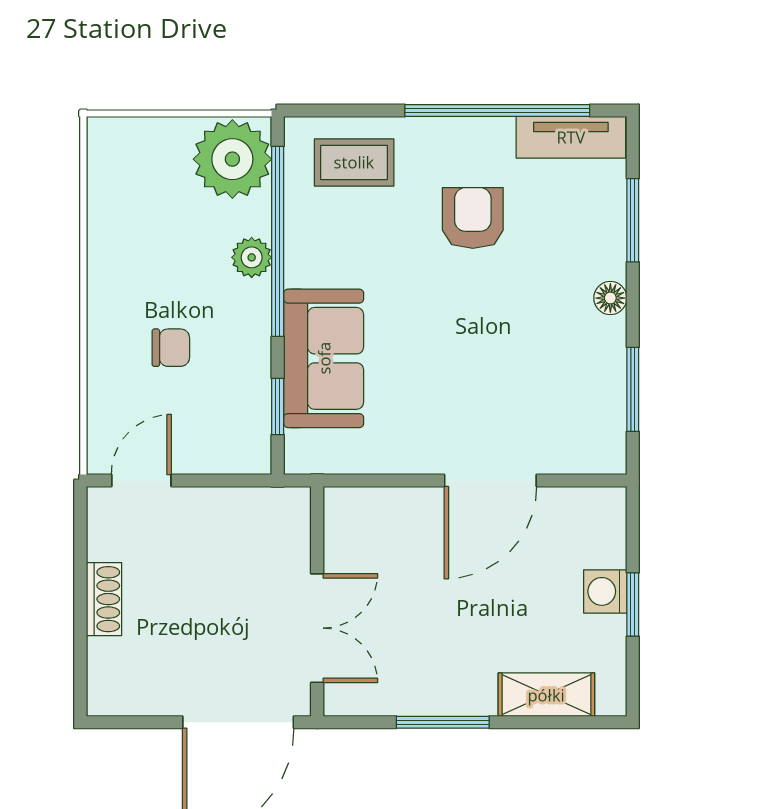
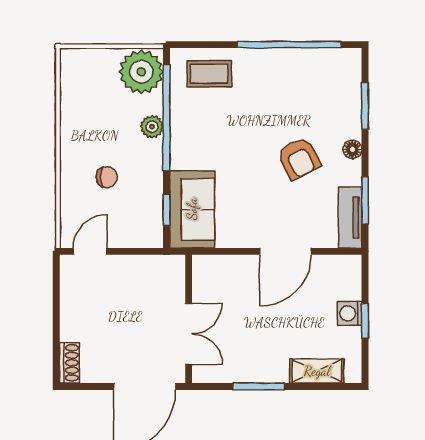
tv unit: (571, 137) -> (350, 218), moved, turned 90
armchair: (473, 218) -> (299, 158), moved, turned 153
sofa: (324, 358) -> (192, 209), moved
shoe rack: (104, 599) -> (69, 363), moved

